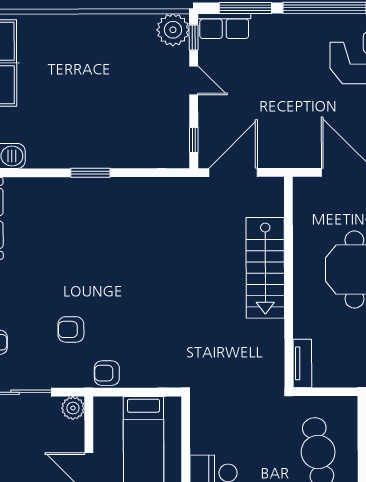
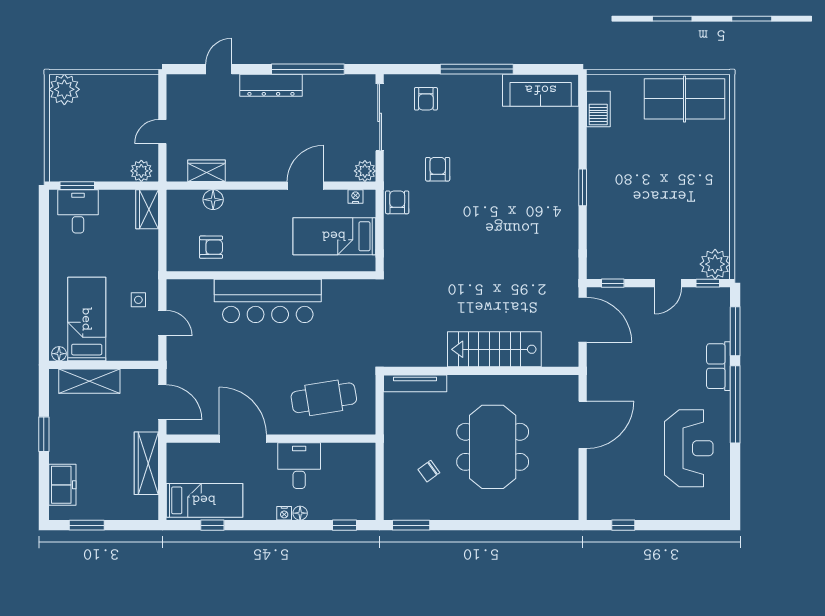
row of seats: (224, 26) -> (718, 366), moved
tv unit: (302, 363) -> (415, 383), width x1.41
nightstand: (101, 418) -> (355, 197), added

